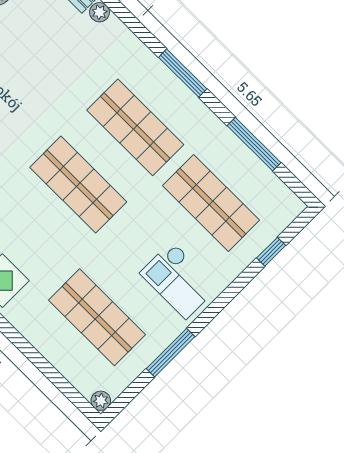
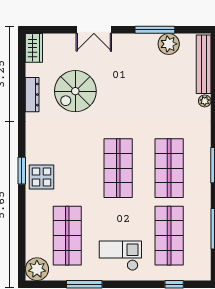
checkout: (179, 280) -> (120, 256), turned 90
plant: (101, 401) -> (37, 269), width x1.88, depth x1.88

